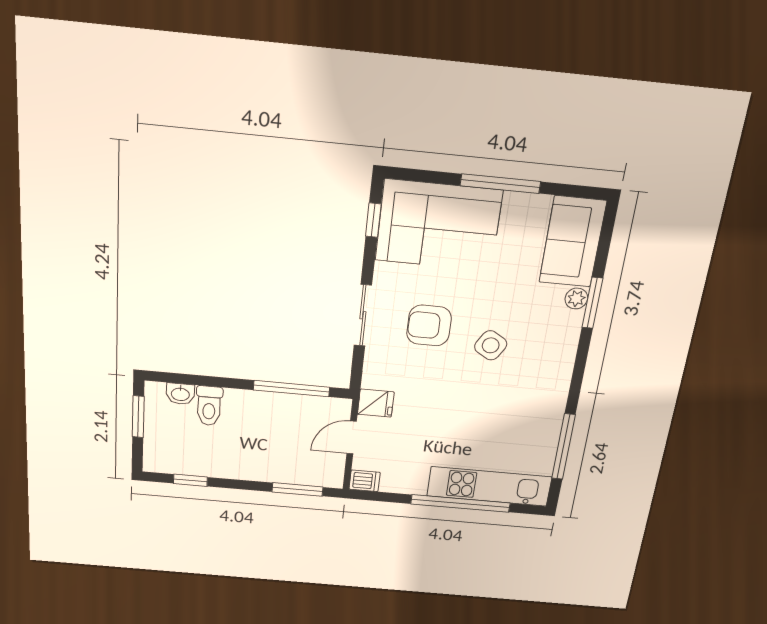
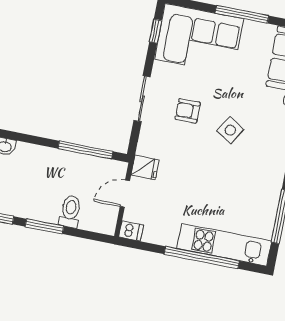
armchair: (429, 325) -> (188, 111), width x0.72, depth x0.72
toilet: (209, 406) -> (70, 211), moved, turned 180
window: (298, 489) -> (44, 226), moved

